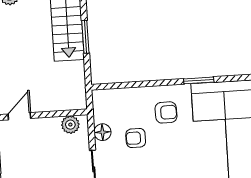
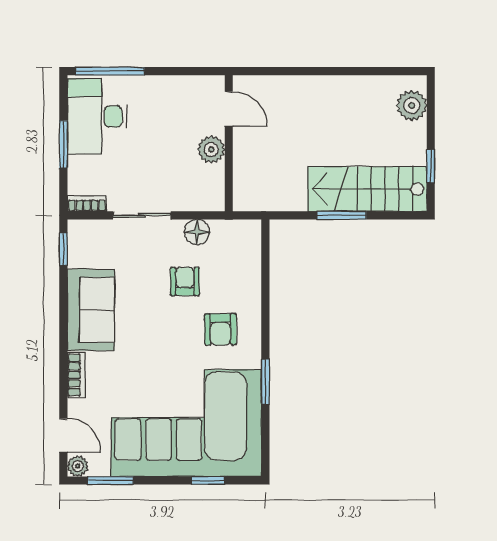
plant: (70, 125) -> (211, 149), moved

